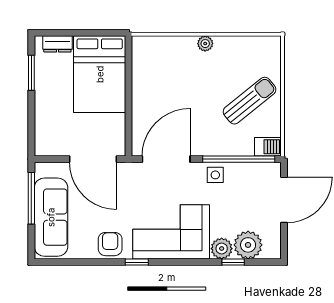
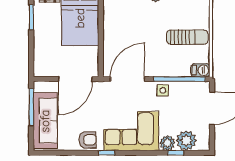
sun lounger: (249, 101) -> (187, 37), turned 39
door: (93, 159) -> (75, 79), hinge flipped
armchair: (110, 244) -> (88, 140), turned 90

